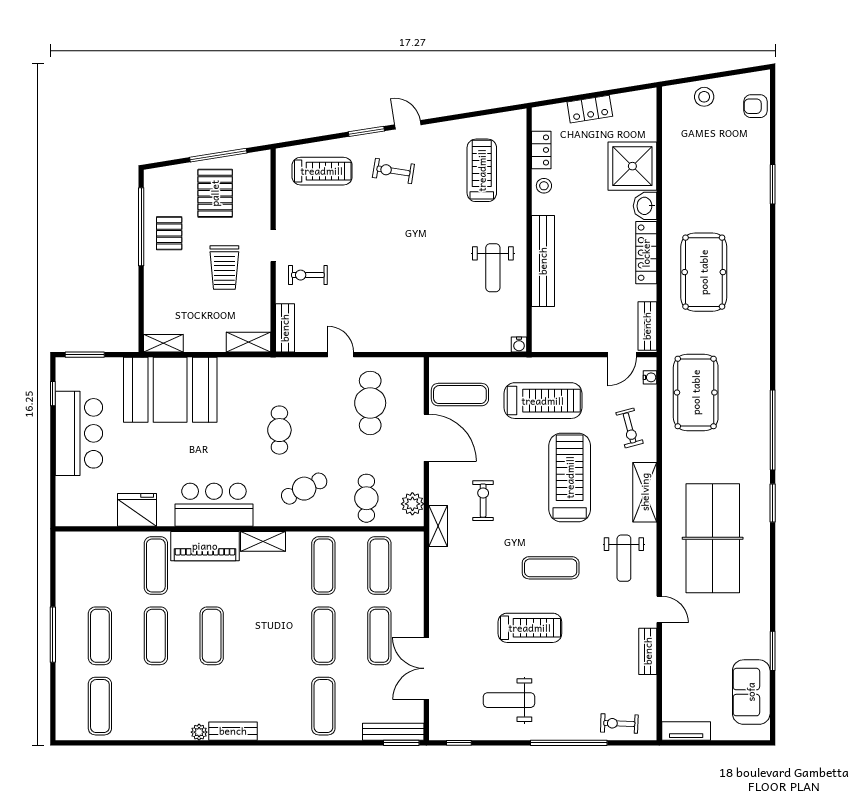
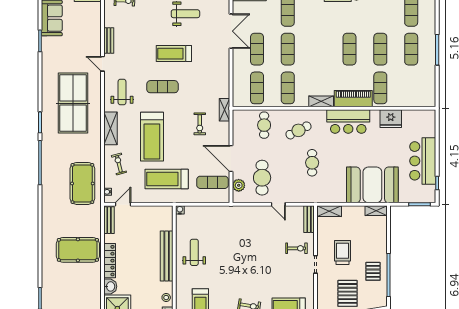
pool table: (704, 272) -> (78, 250), turned 90
plant: (412, 504) -> (239, 185), moved

